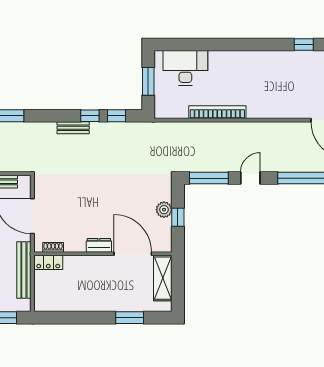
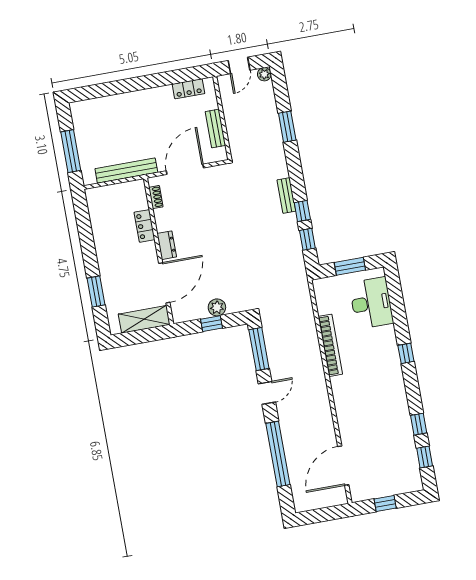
window: (237, 44) -> (406, 353), added
door: (250, 178) -> (267, 393), hinge flipped
locker: (48, 262) -> (144, 226), moved

